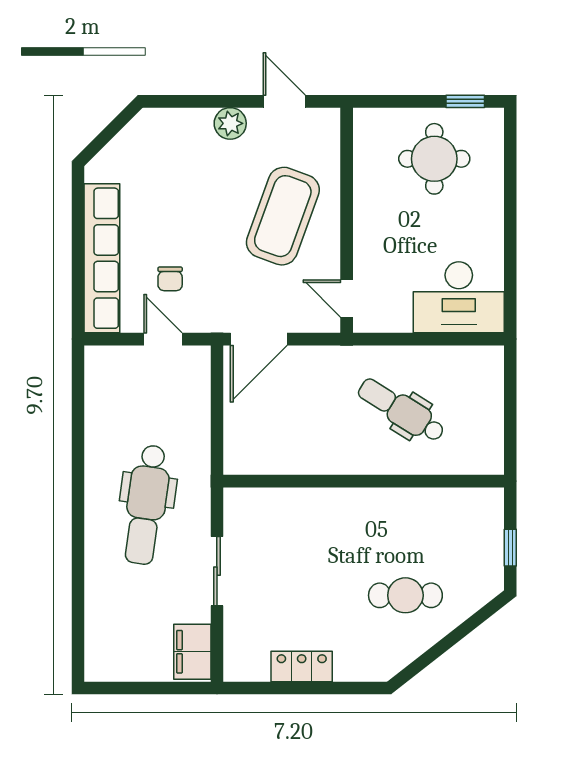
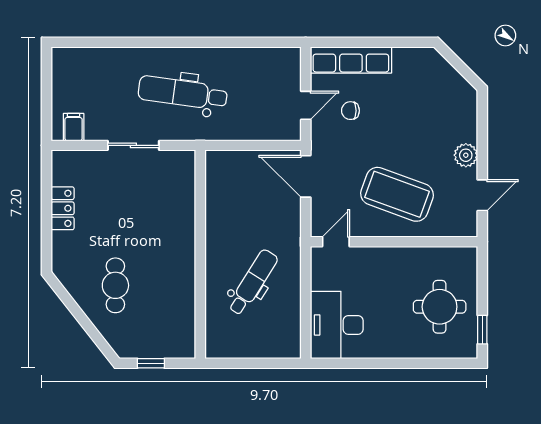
row of seats: (102, 258) -> (351, 60), width x0.73
filing cabinet: (192, 652) -> (74, 127), width x0.50

